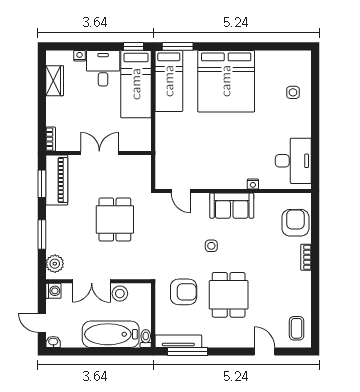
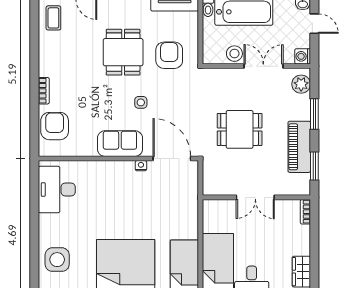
side table: (293, 92) -> (57, 260), width x1.87, depth x1.87
piano: (57, 180) -> (299, 147), moved
nightstand: (253, 184) -> (141, 166), moved
door: (181, 191) -> (172, 158), width x1.88
dining table: (115, 219) -> (240, 129), turned 90
armchair: (295, 223) -> (55, 126), turned 180
armchair: (184, 292) -> (169, 55), turned 90

